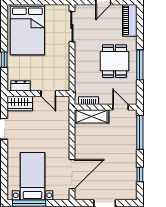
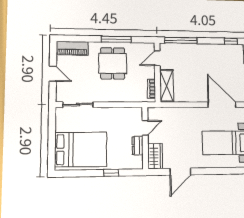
dining table: (114, 61) -> (113, 63), turned 90
dresser: (21, 86) -> (138, 146), moved
window: (140, 174) -> (231, 41), moved

